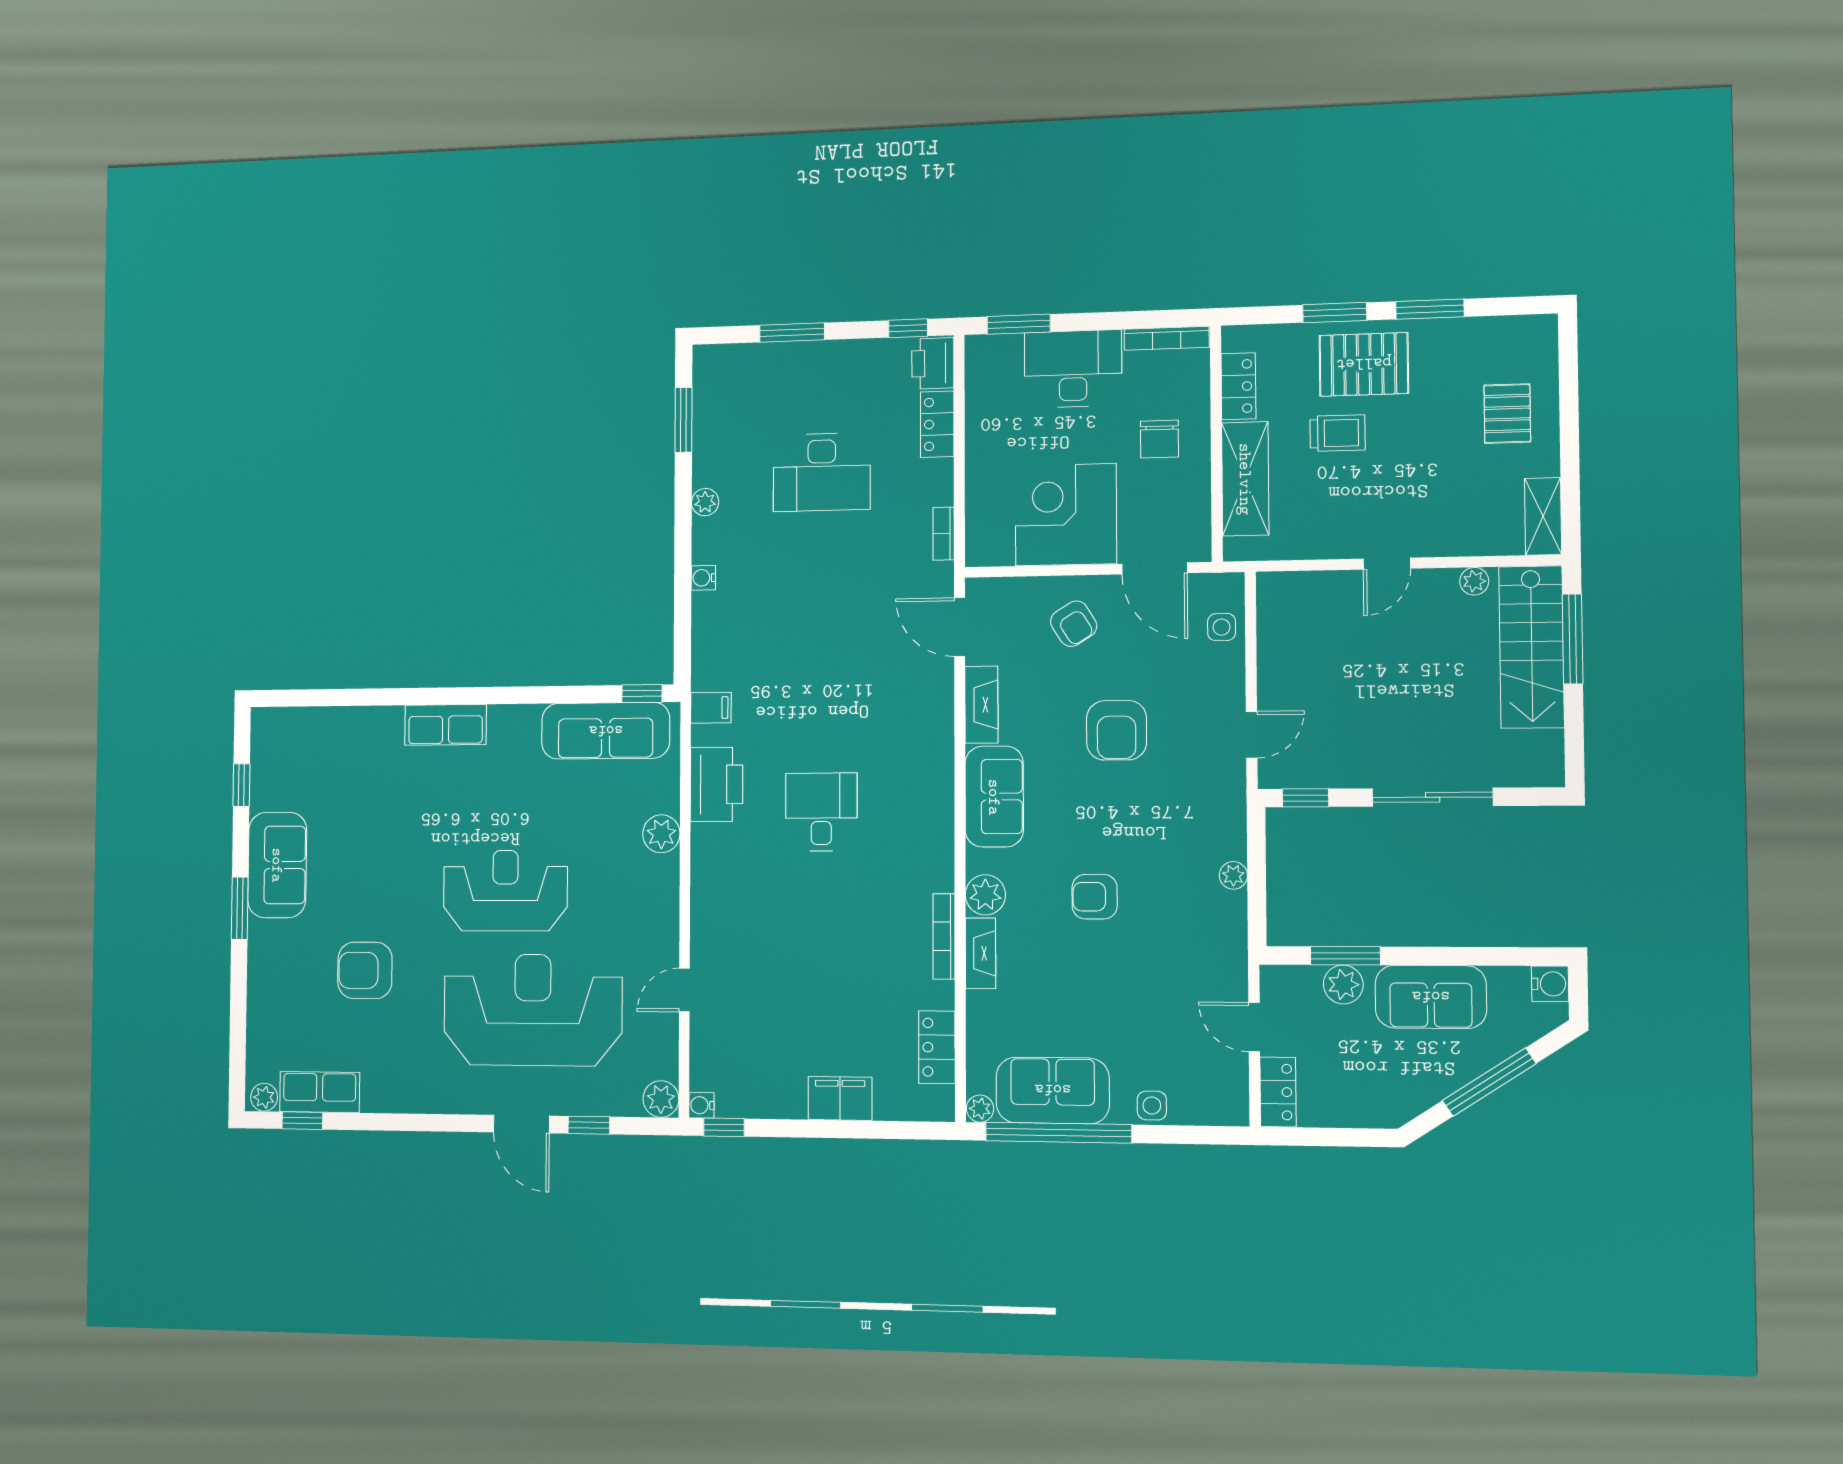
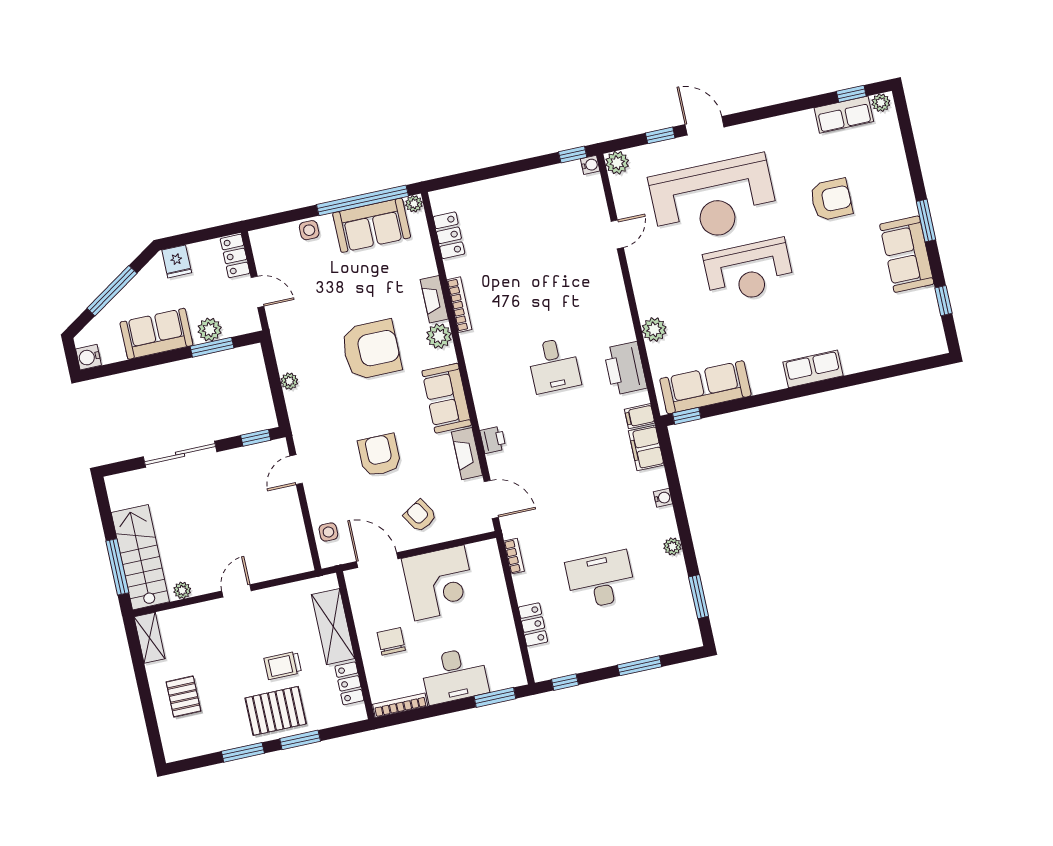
printer: (933, 363) -> (493, 440), moved, width x0.73, depth x0.81
armchair: (1095, 897) -> (371, 350), width x1.88, depth x1.88
filing cabinet: (840, 1099) -> (646, 448), moved, turned 90
fridge: (1374, 1105) -> (177, 261), added

